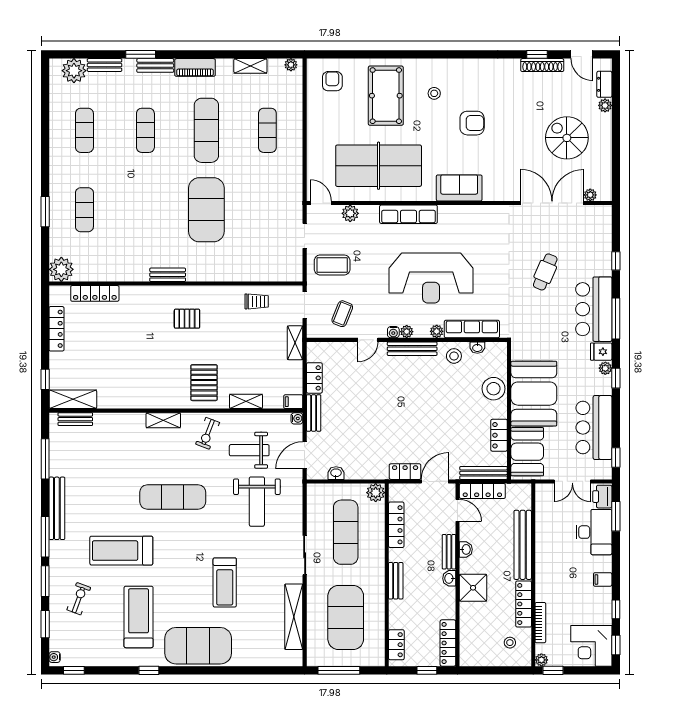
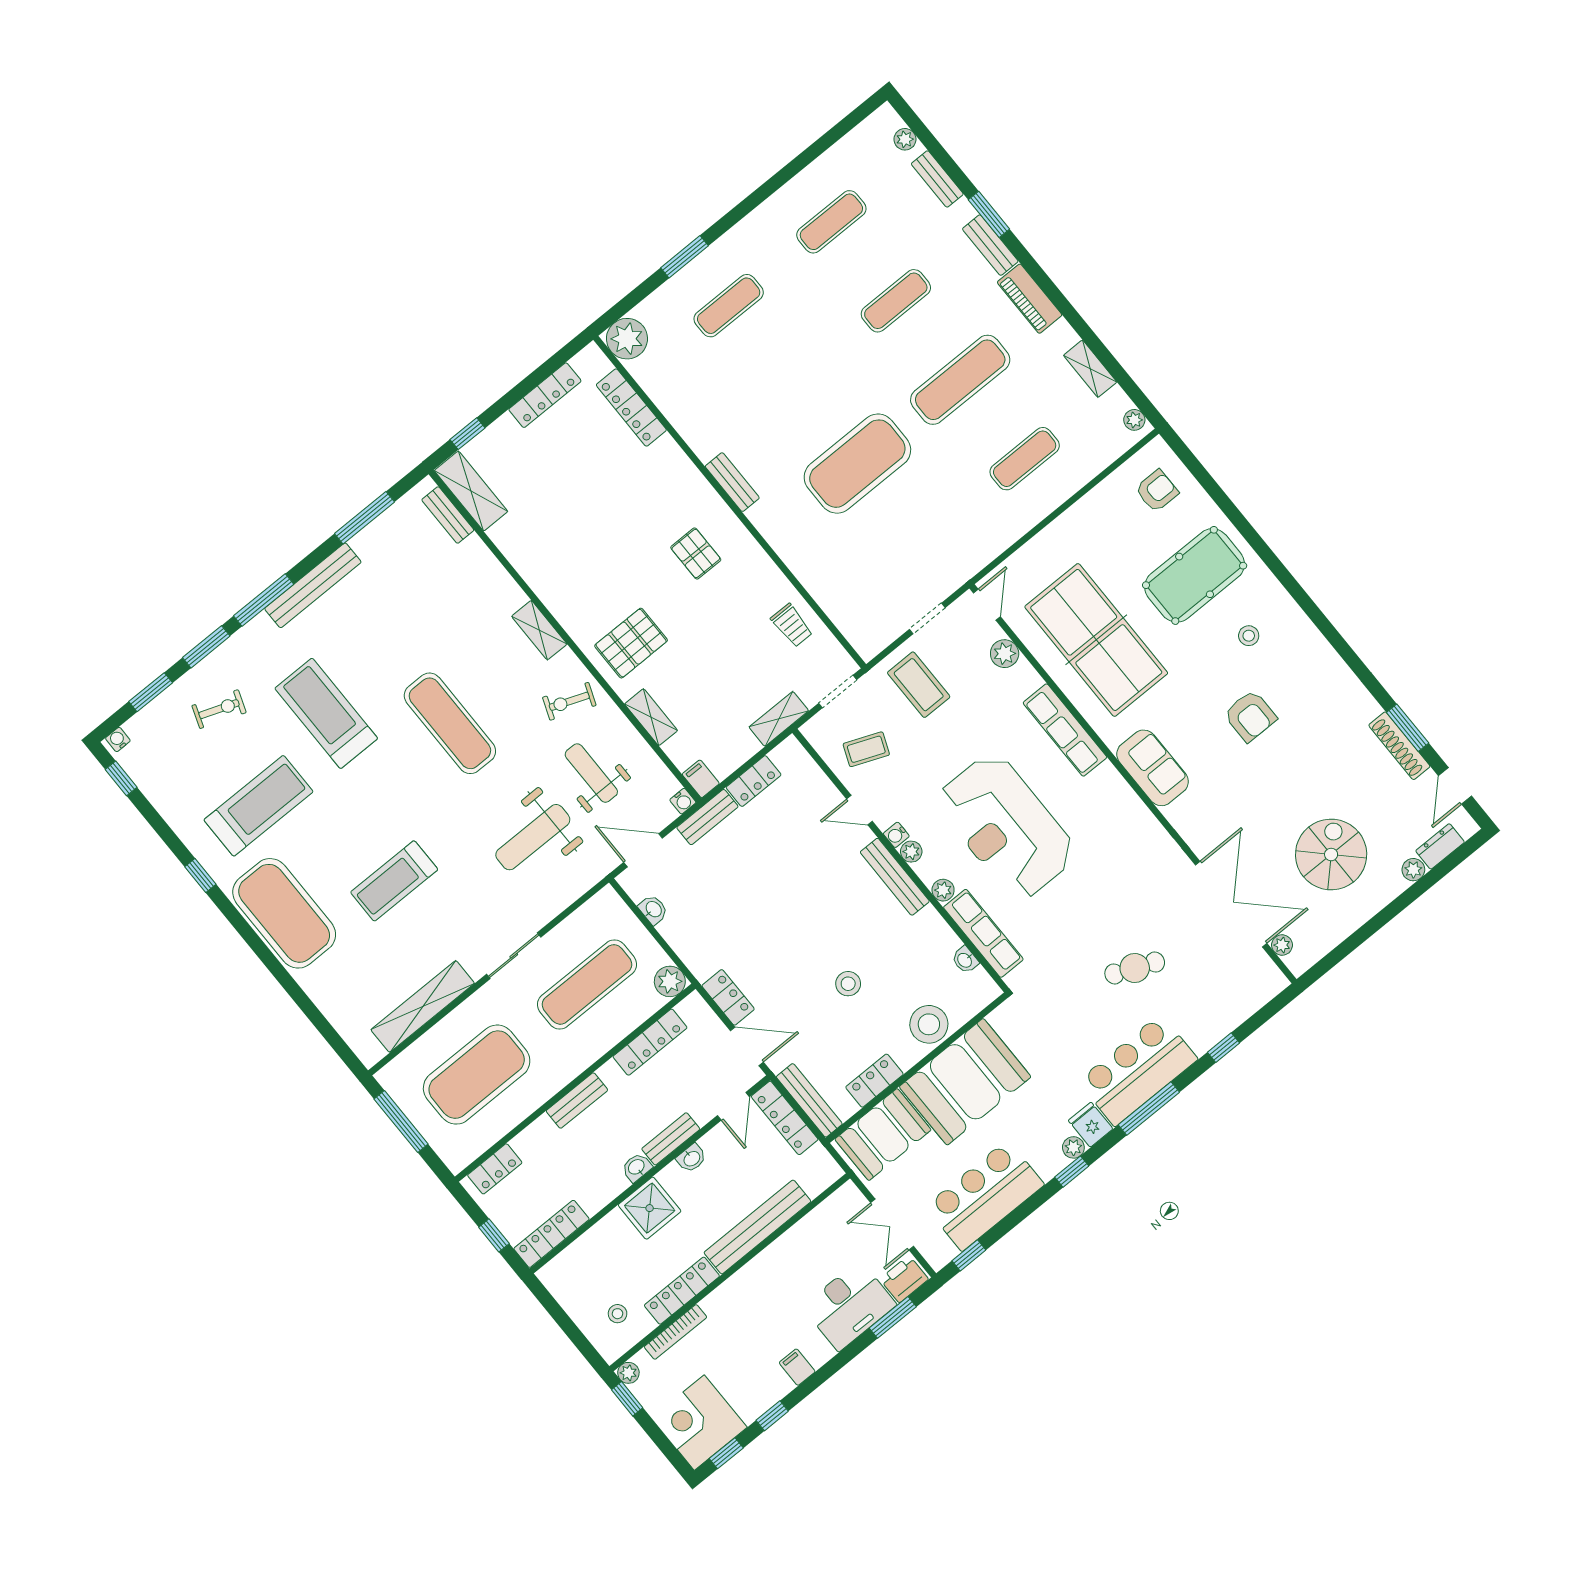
window: (537, 54) -> (1408, 728), width x1.50
plant: (74, 71) -> (905, 139), width x0.53, depth x0.53
stool: (454, 356) -> (848, 984), moved

